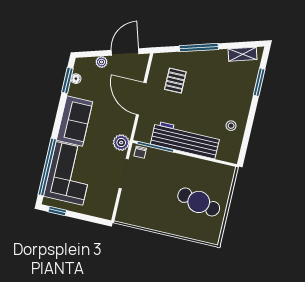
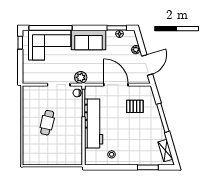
door: (125, 52) -> (147, 65), hinge flipped
door: (141, 99) -> (116, 85), hinge flipped
cafe table: (199, 202) -> (47, 123), moved, width x0.73, depth x0.74

